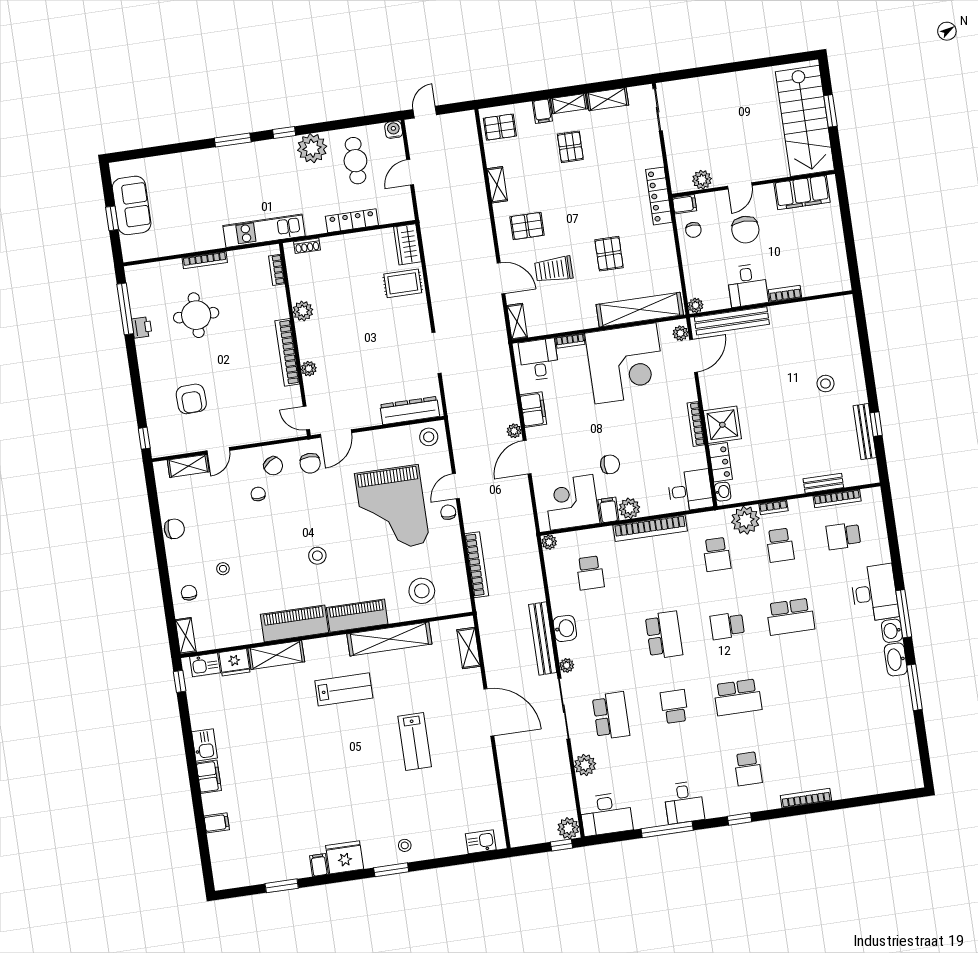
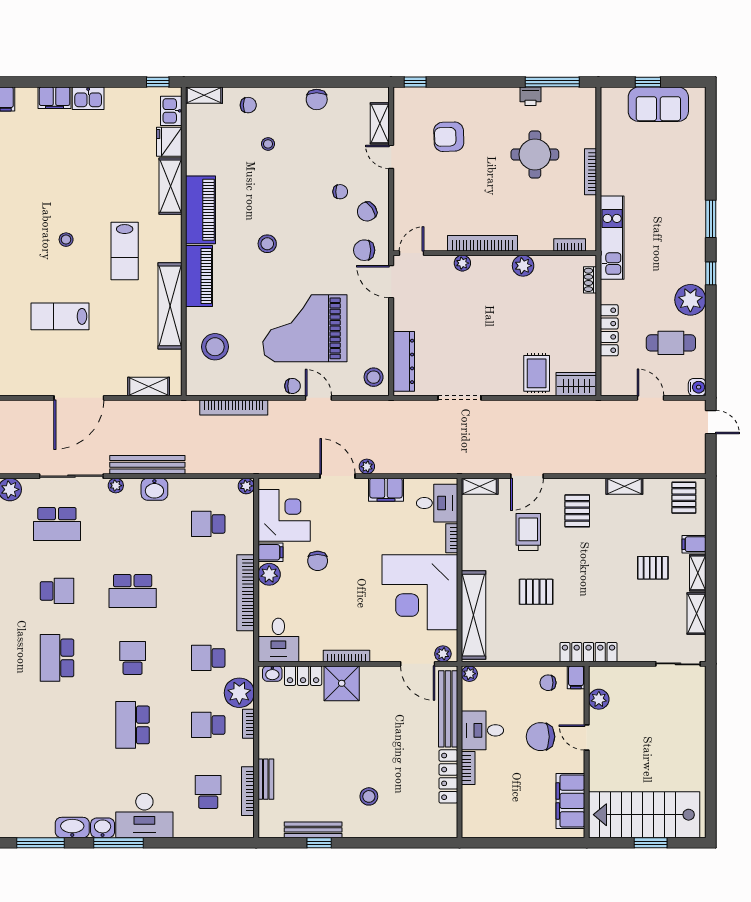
locker: (796, 311) -> (448, 776), added
stool: (341, 746) -> (66, 240), added

